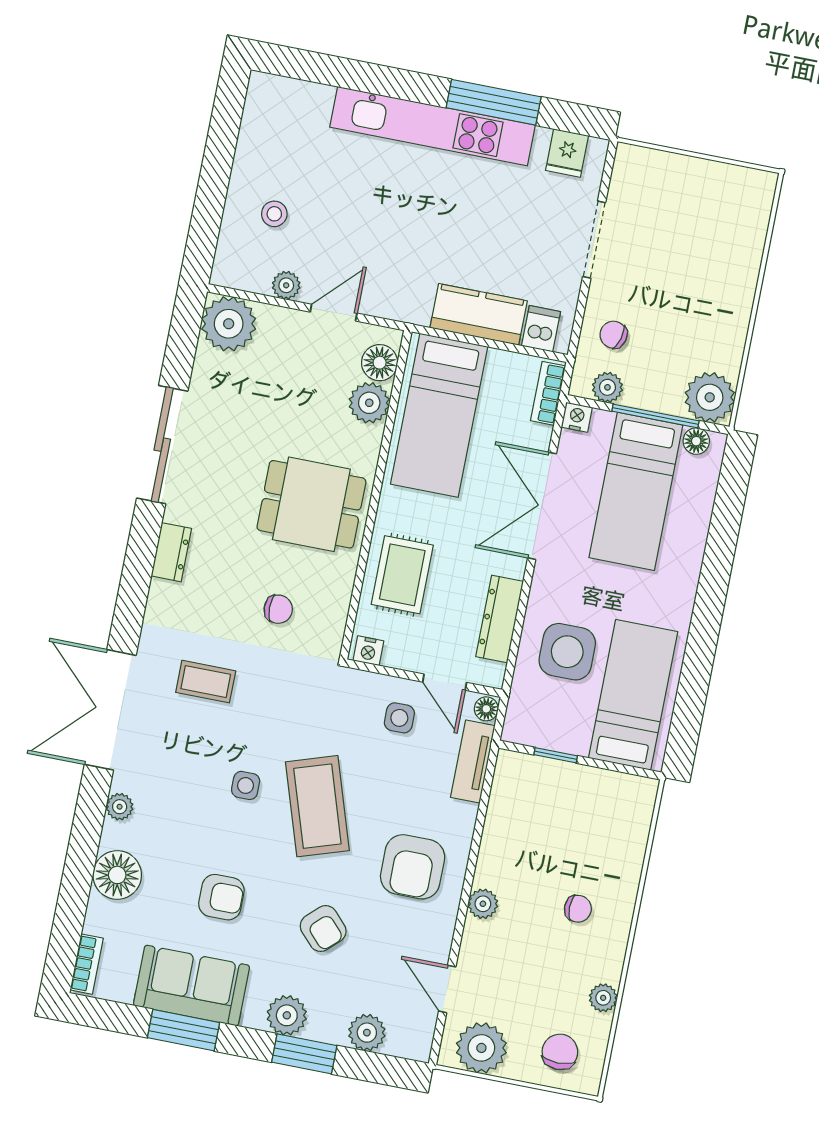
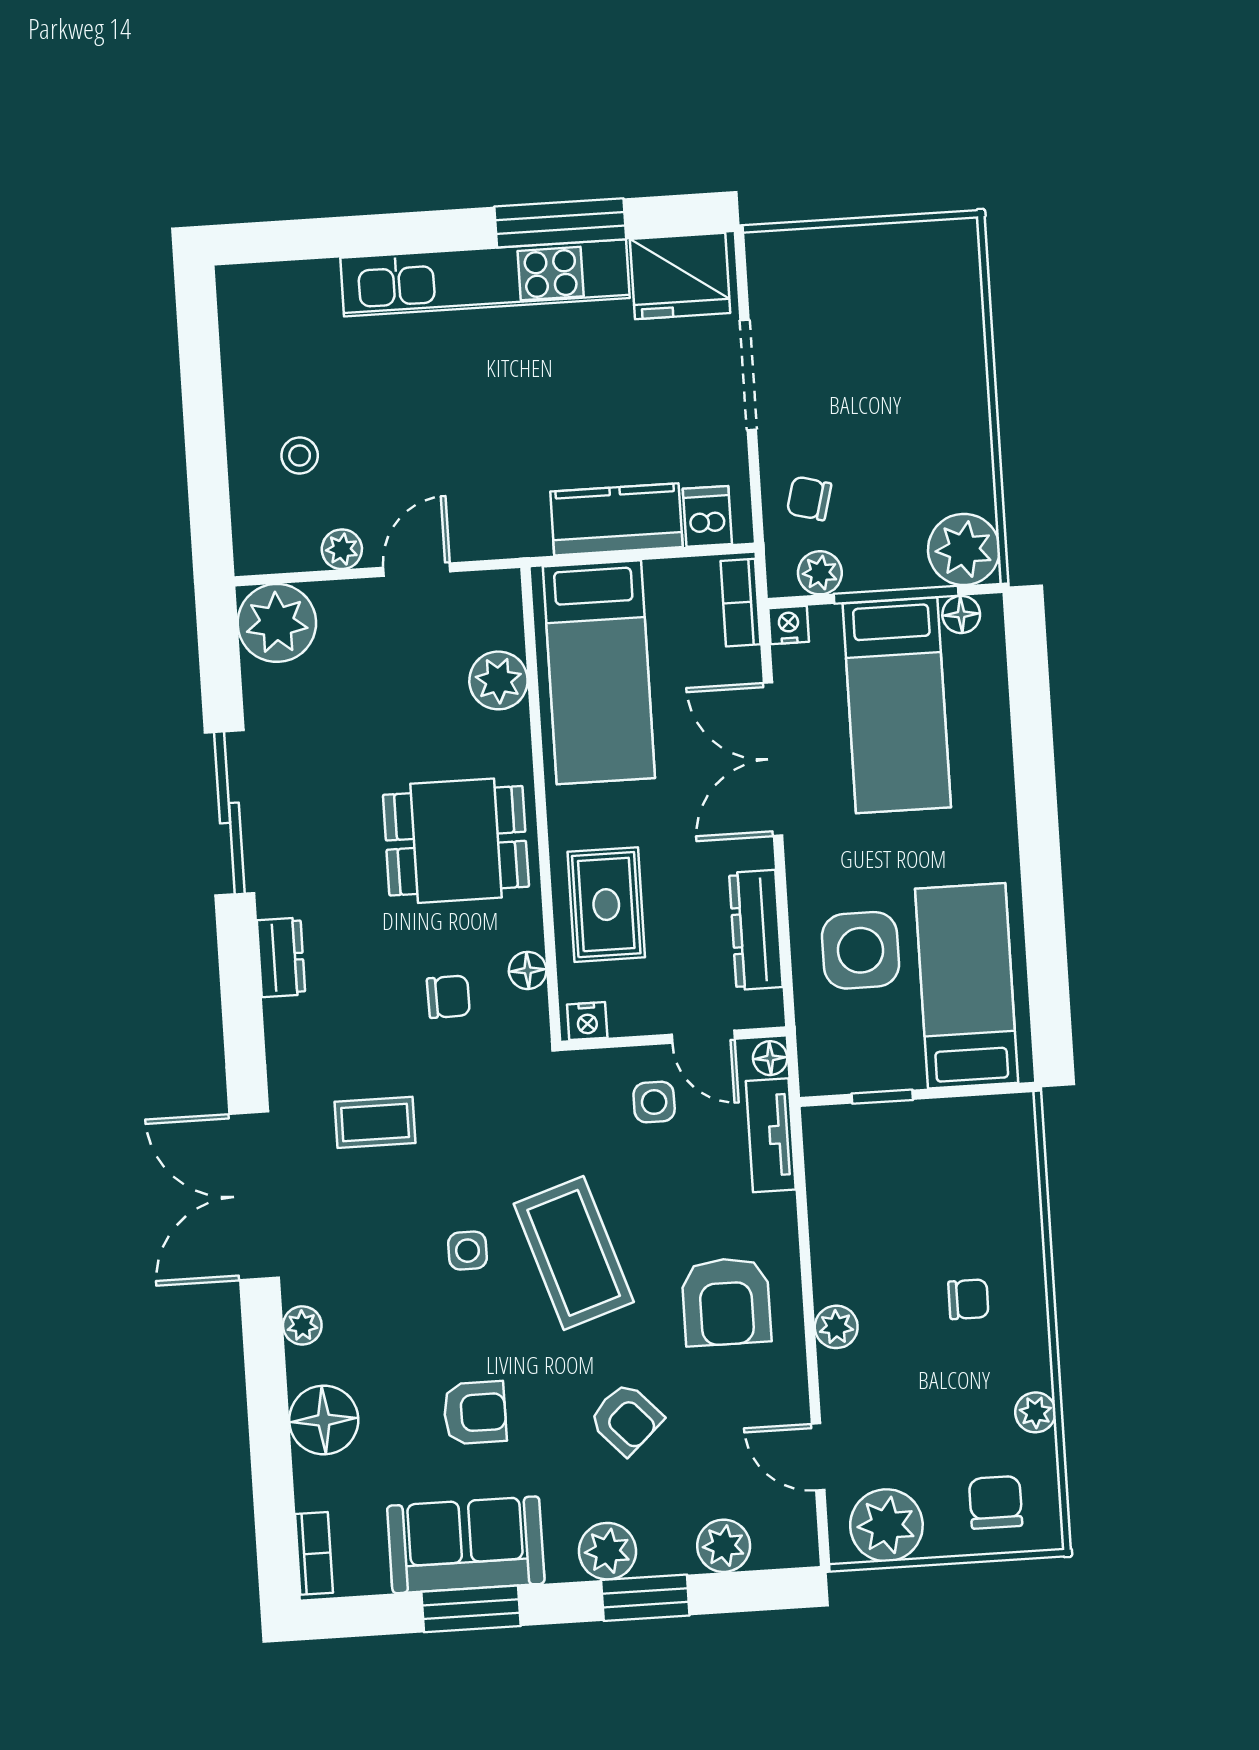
fridge: (567, 153) -> (680, 276), width x1.88, depth x1.34
floor lamp: (380, 363) -> (528, 970), moved, width x0.73, depth x0.73

